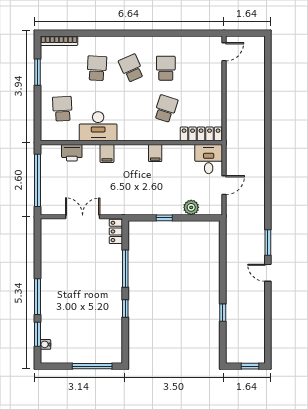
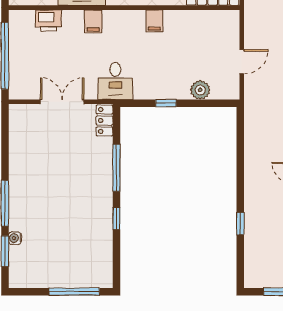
desk: (209, 159) -> (115, 81), moved, turned 180
water cooler: (45, 344) -> (15, 238), moved

